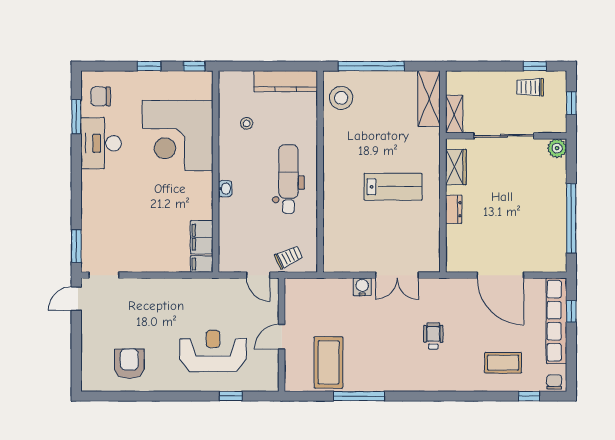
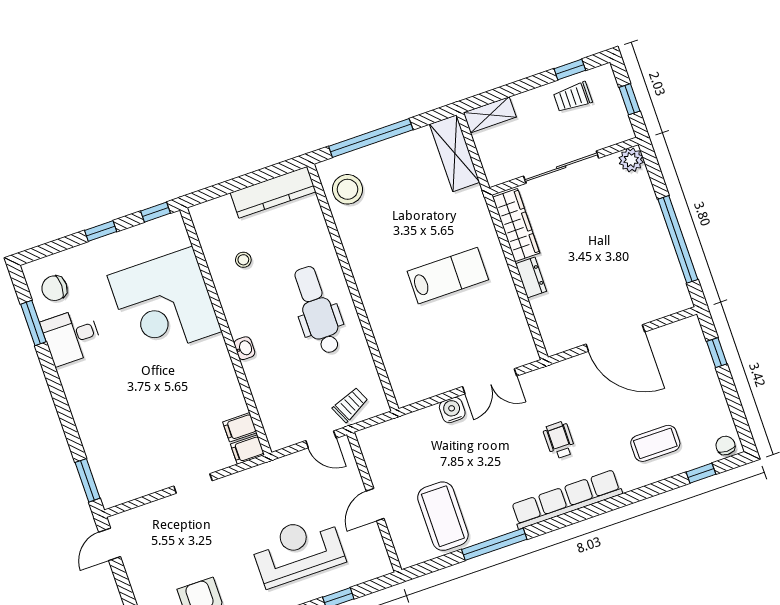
shelving: (454, 114) -> (490, 115), moved, turned 90
desk: (101, 143) -> (72, 336), width x0.73
wardrobe: (456, 167) -> (516, 225), width x1.50
filing cabinet: (202, 237) -> (240, 427), width x0.50
doorway: (104, 275) -> (193, 483), moved
row of seats: (557, 321) -> (567, 499), moved, turned 90

